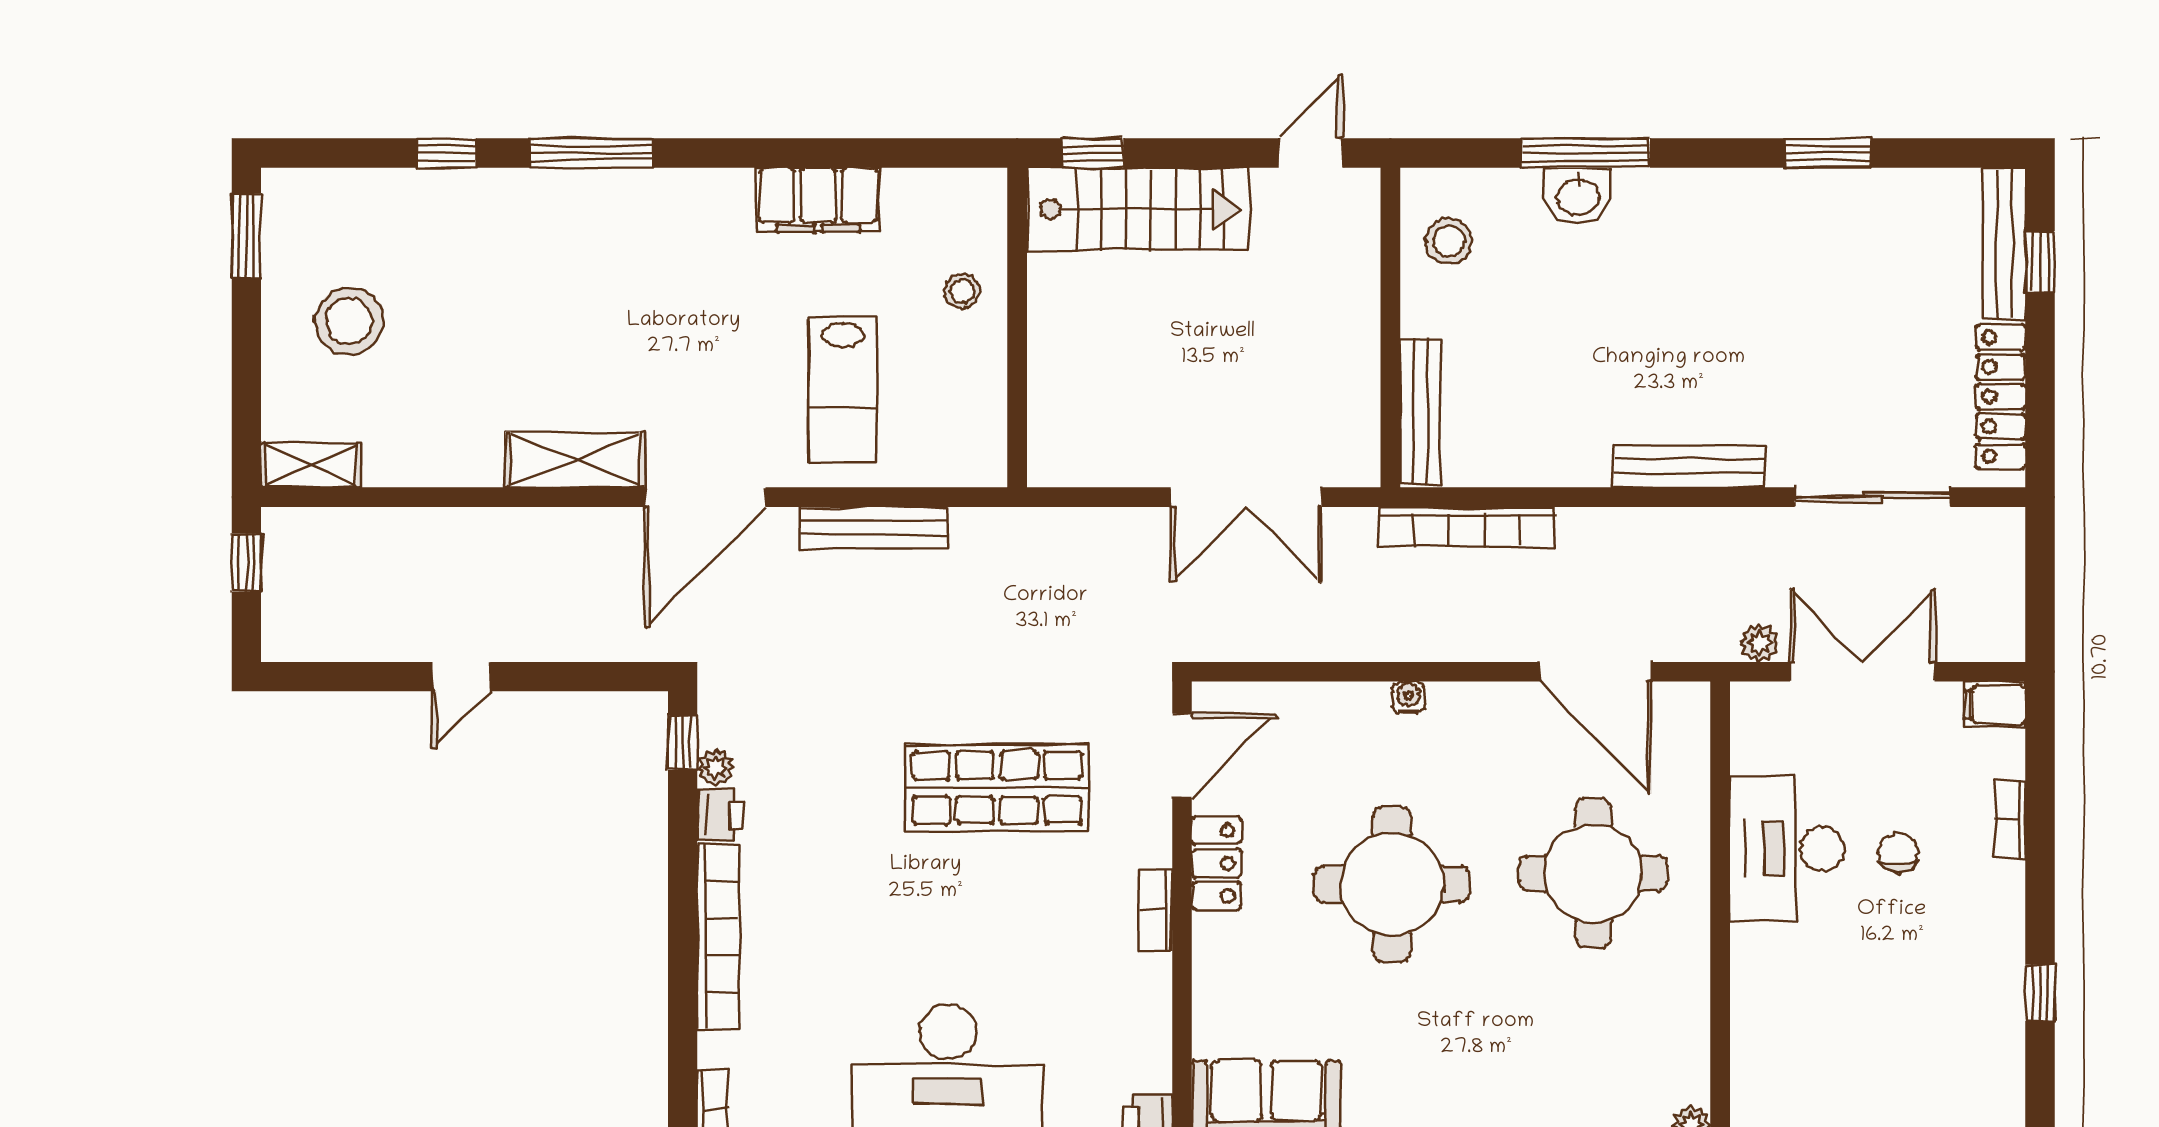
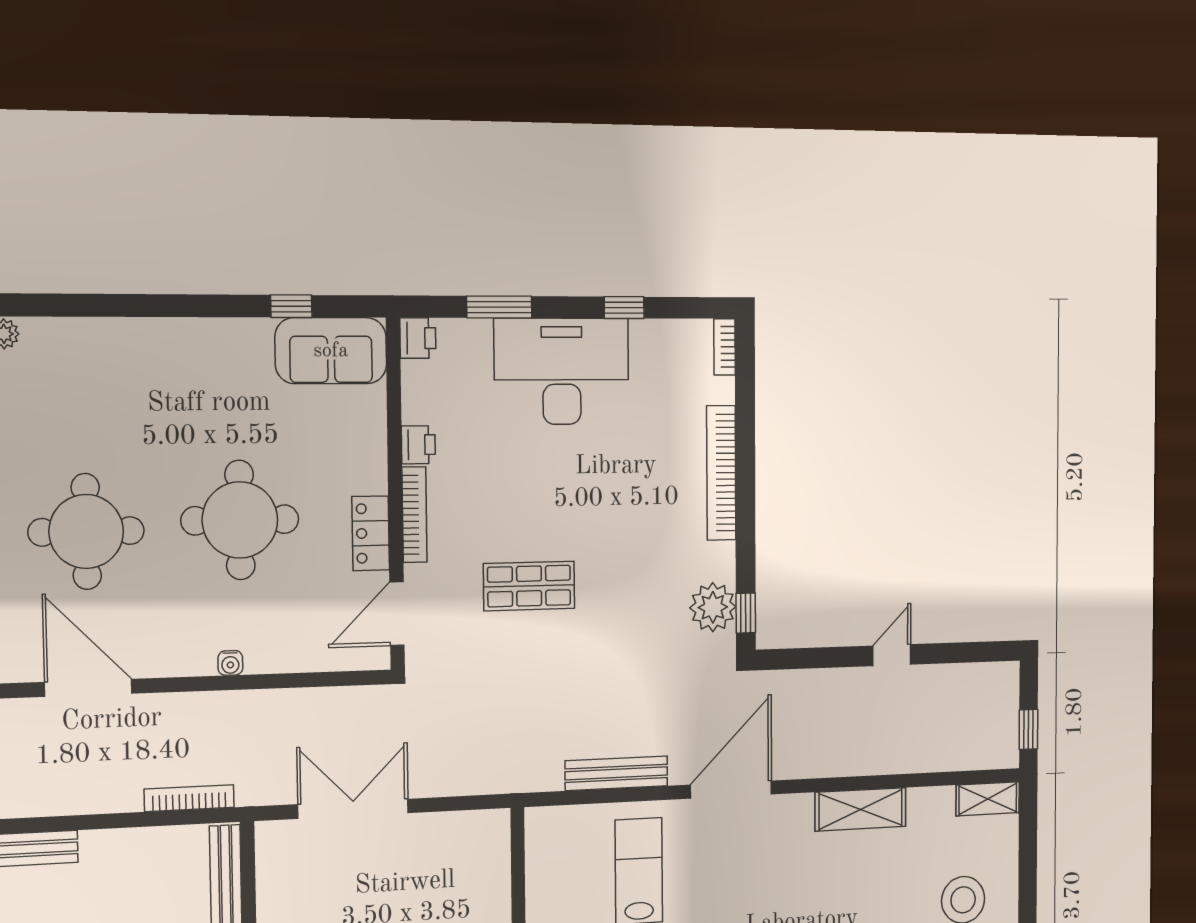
shelving: (575, 460) -> (861, 809), moved
bookcase: (1467, 527) -> (189, 798), width x0.68, depth x0.76
plant: (715, 768) -> (713, 607), width x1.88, depth x1.88
shop shelf: (997, 788) -> (529, 586), width x0.70, depth x0.74
printer: (720, 815) -> (418, 445), moved, turned 180
bookcase: (1156, 910) -> (414, 515), width x1.56

